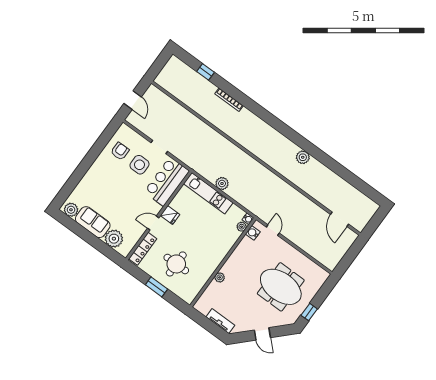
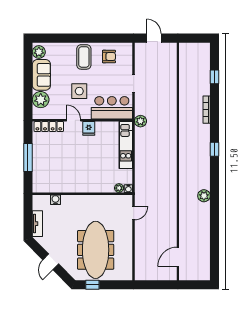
door: (133, 100) -> (154, 38), swing flipped
window: (269, 118) -> (215, 149), added
side table: (140, 165) -> (79, 91), moved
coffee table: (104, 173) -> (84, 57), added
plant: (222, 183) -> (140, 121), moved
water cooler: (253, 233) -> (55, 200), moved
round table: (176, 264) -> (56, 160), removed
plant: (220, 277) -> (69, 199), removed
window: (156, 287) -> (28, 158), width x1.44
meeting table: (281, 287) -> (96, 250), width x1.36

